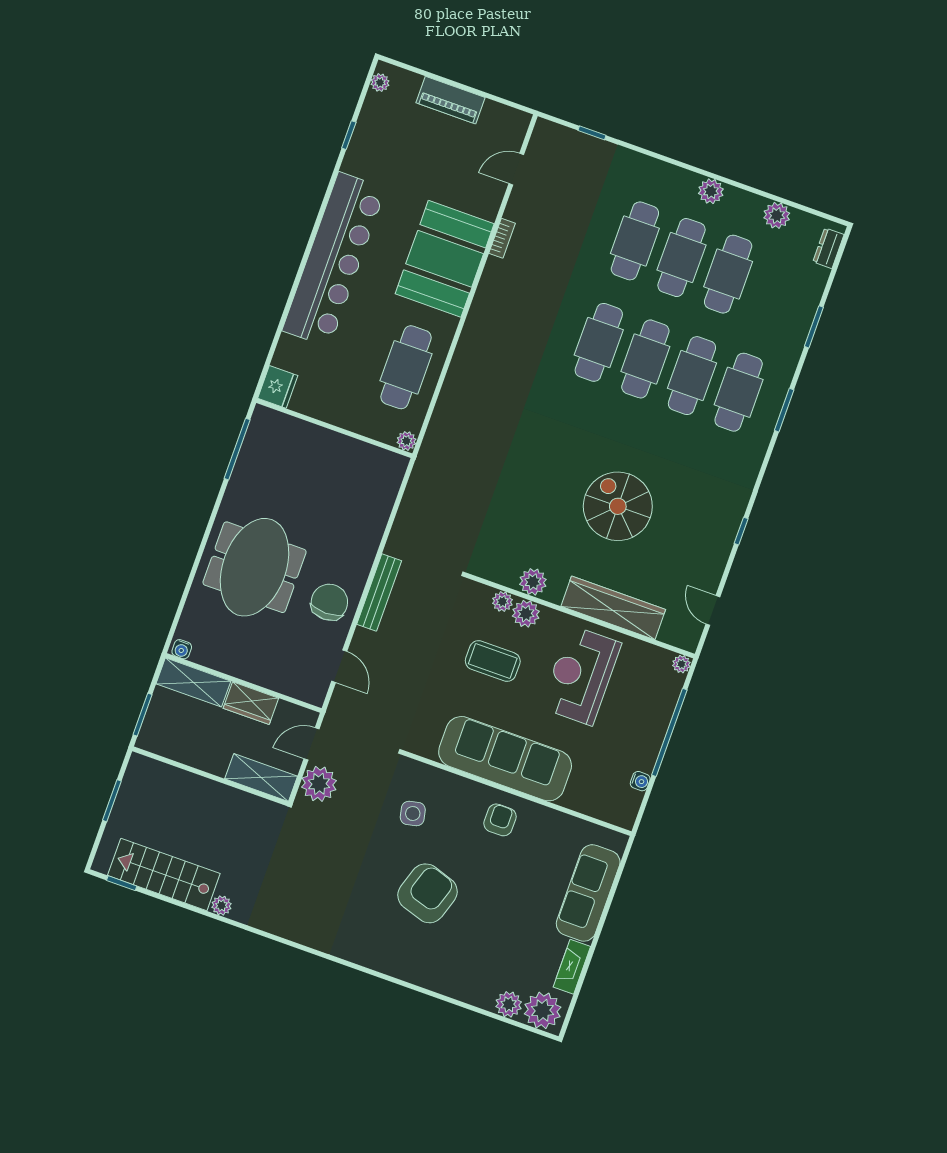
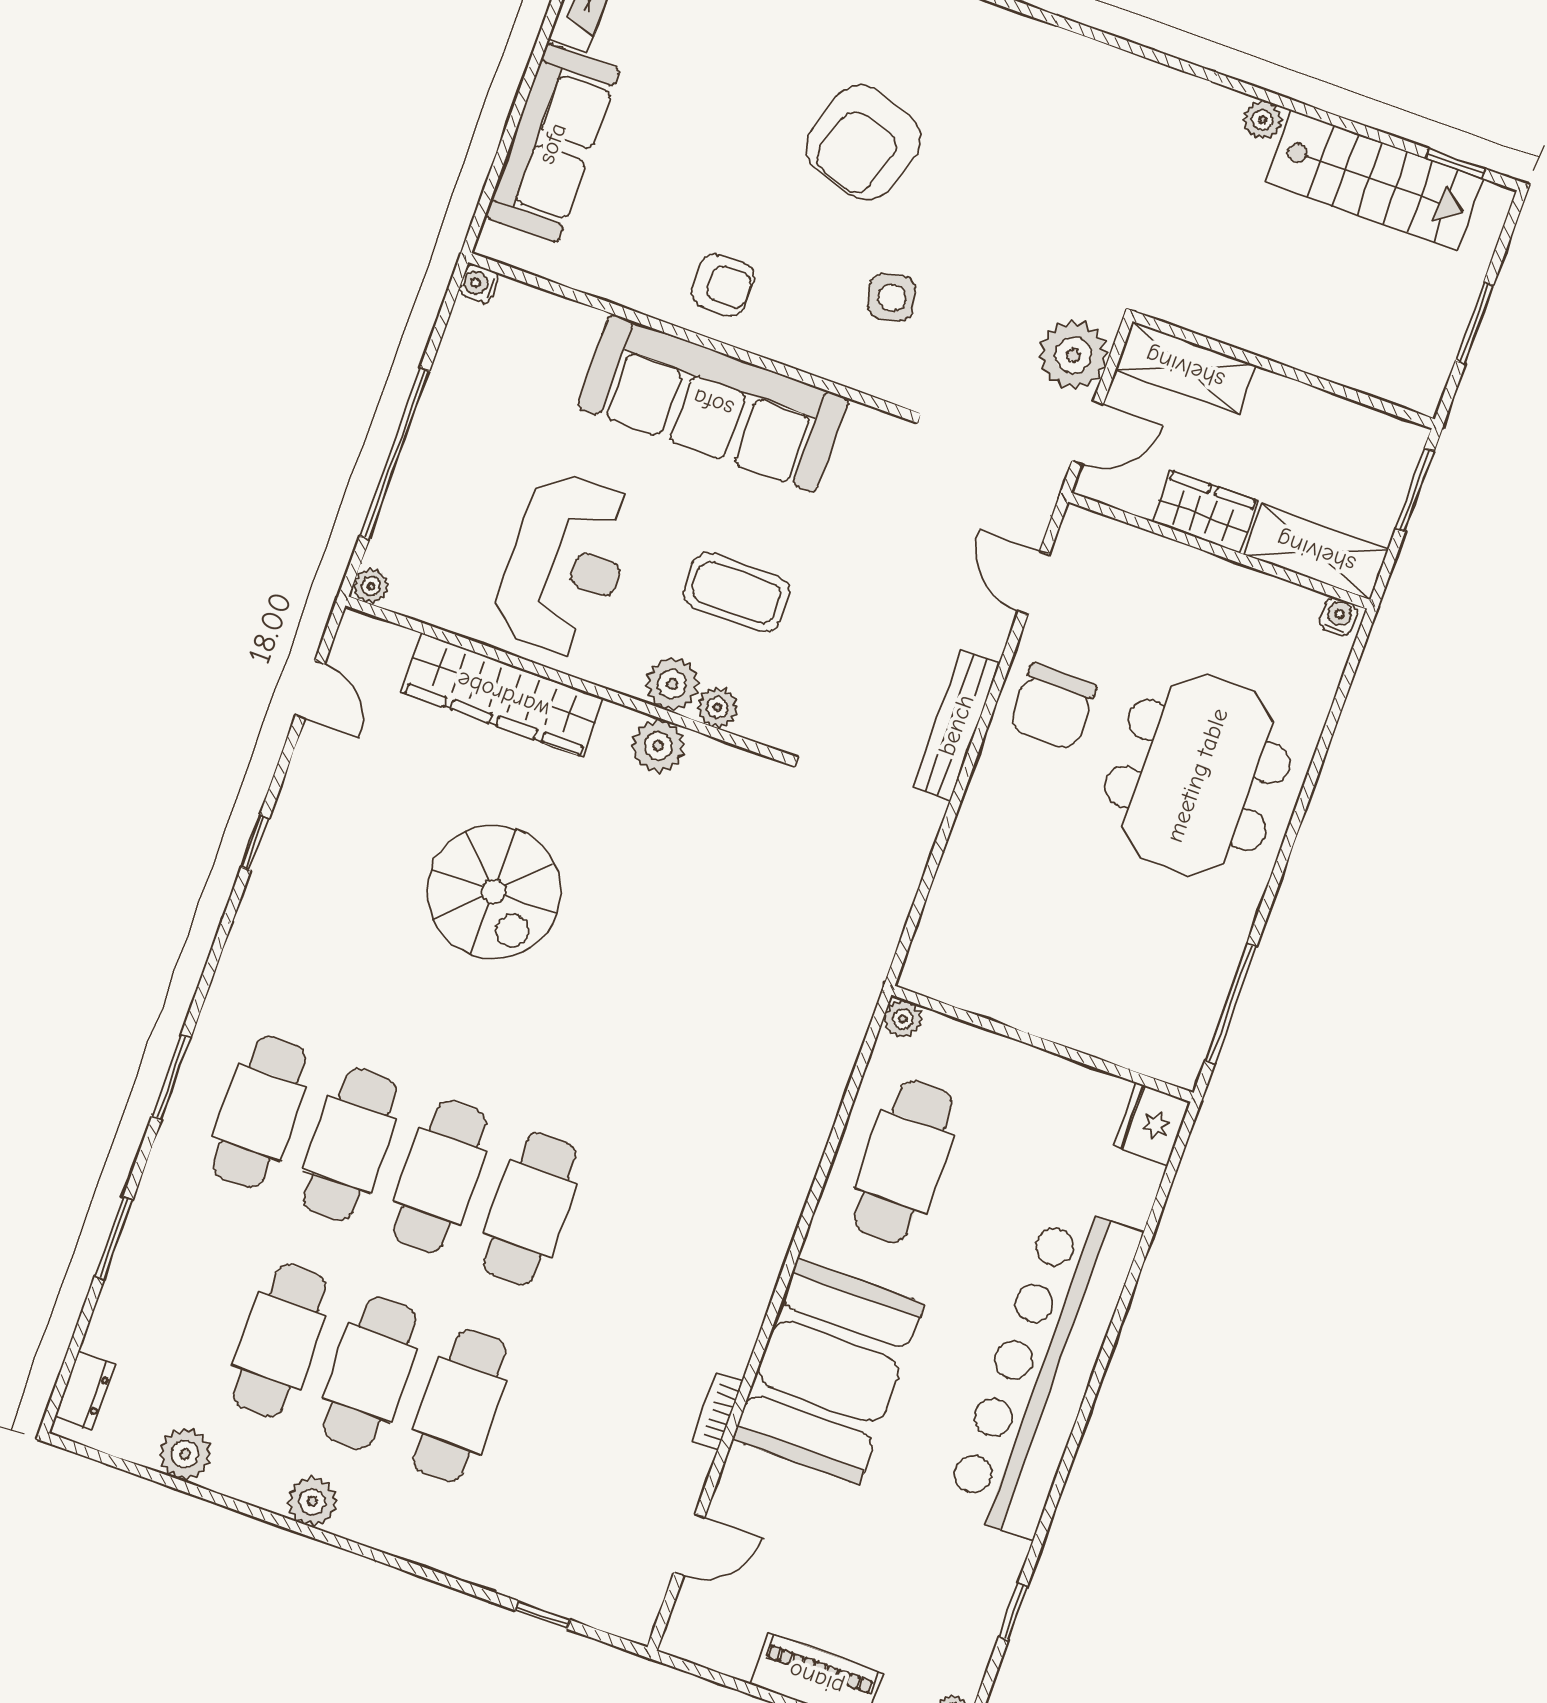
water cooler: (640, 781) -> (478, 284), moved
armchair: (500, 820) -> (723, 285), turned -90

